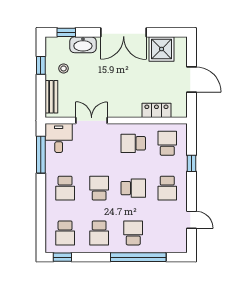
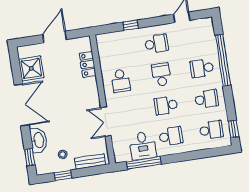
desk: (59, 138) -> (143, 146), moved, turned -90
school desk: (167, 143) -> (116, 50), removed

